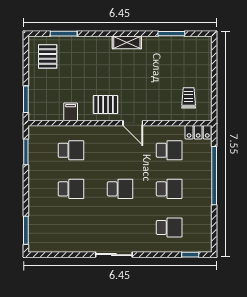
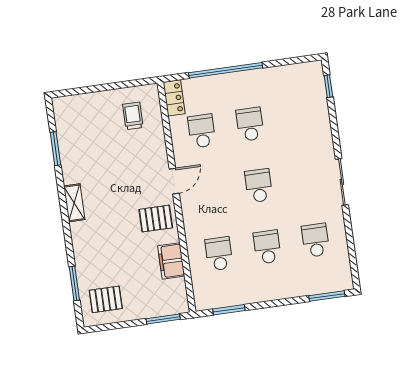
trolley: (189, 98) -> (133, 116), turned 90
pallet: (106, 105) -> (156, 219), turned 90
filing cabinet: (71, 112) -> (171, 261), width x2.00
school desk: (169, 227) -> (316, 240), moved

